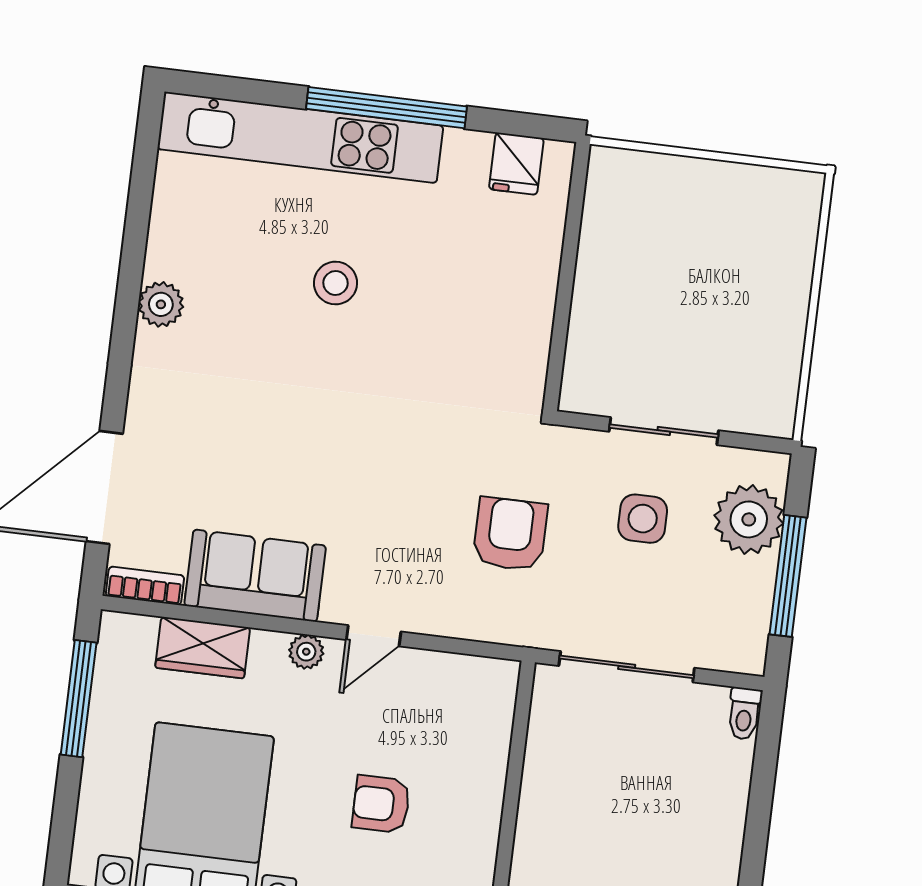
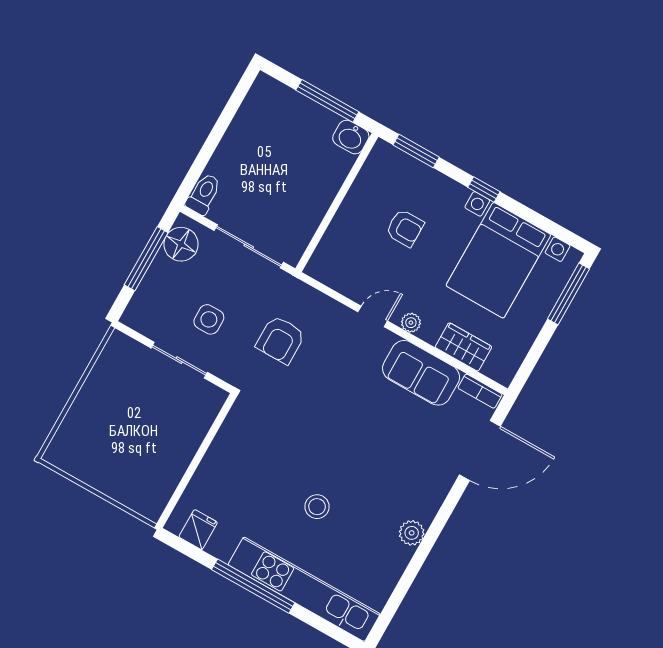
plant: (749, 519) -> (154, 296), removed
floor lamp: (740, 624) -> (181, 244), added
window: (79, 699) -> (569, 294), moved
toilet: (744, 714) -> (204, 194), width x1.37, depth x1.39

